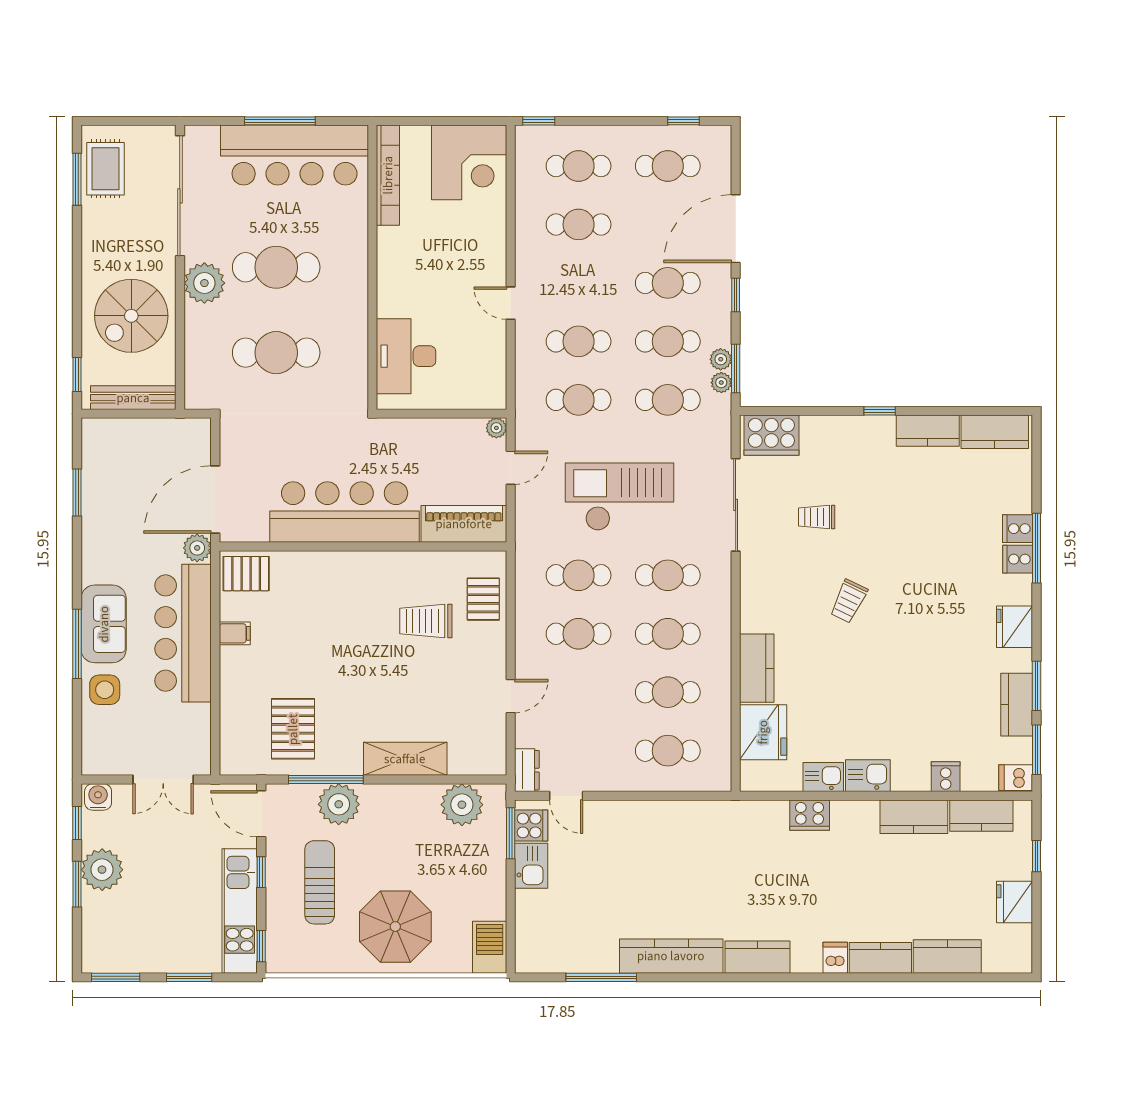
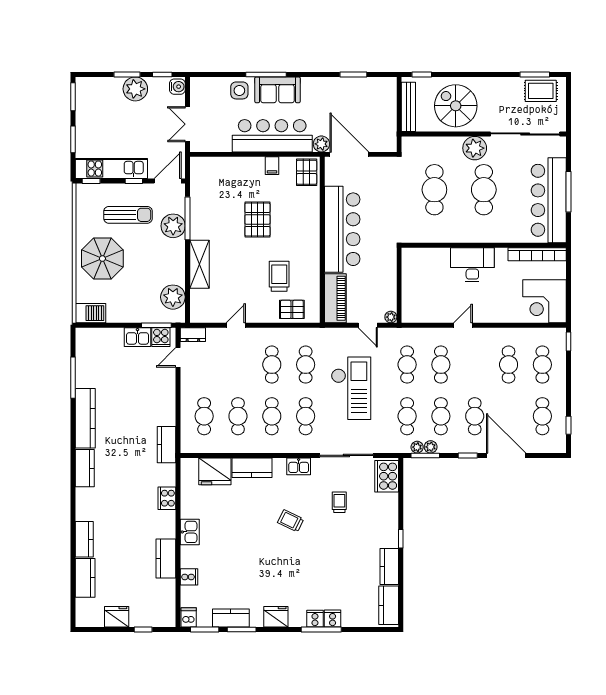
desk: (406, 356) -> (472, 265), moved
door: (511, 696) -> (236, 325), swing flipped
pallet: (293, 729) -> (257, 219), moved, turned 90
kitchen sink: (823, 777) -> (299, 466), moved, turned 90
kitchen counter: (981, 816) -> (167, 445), moved
dishwasher: (835, 958) -> (84, 513), removed

